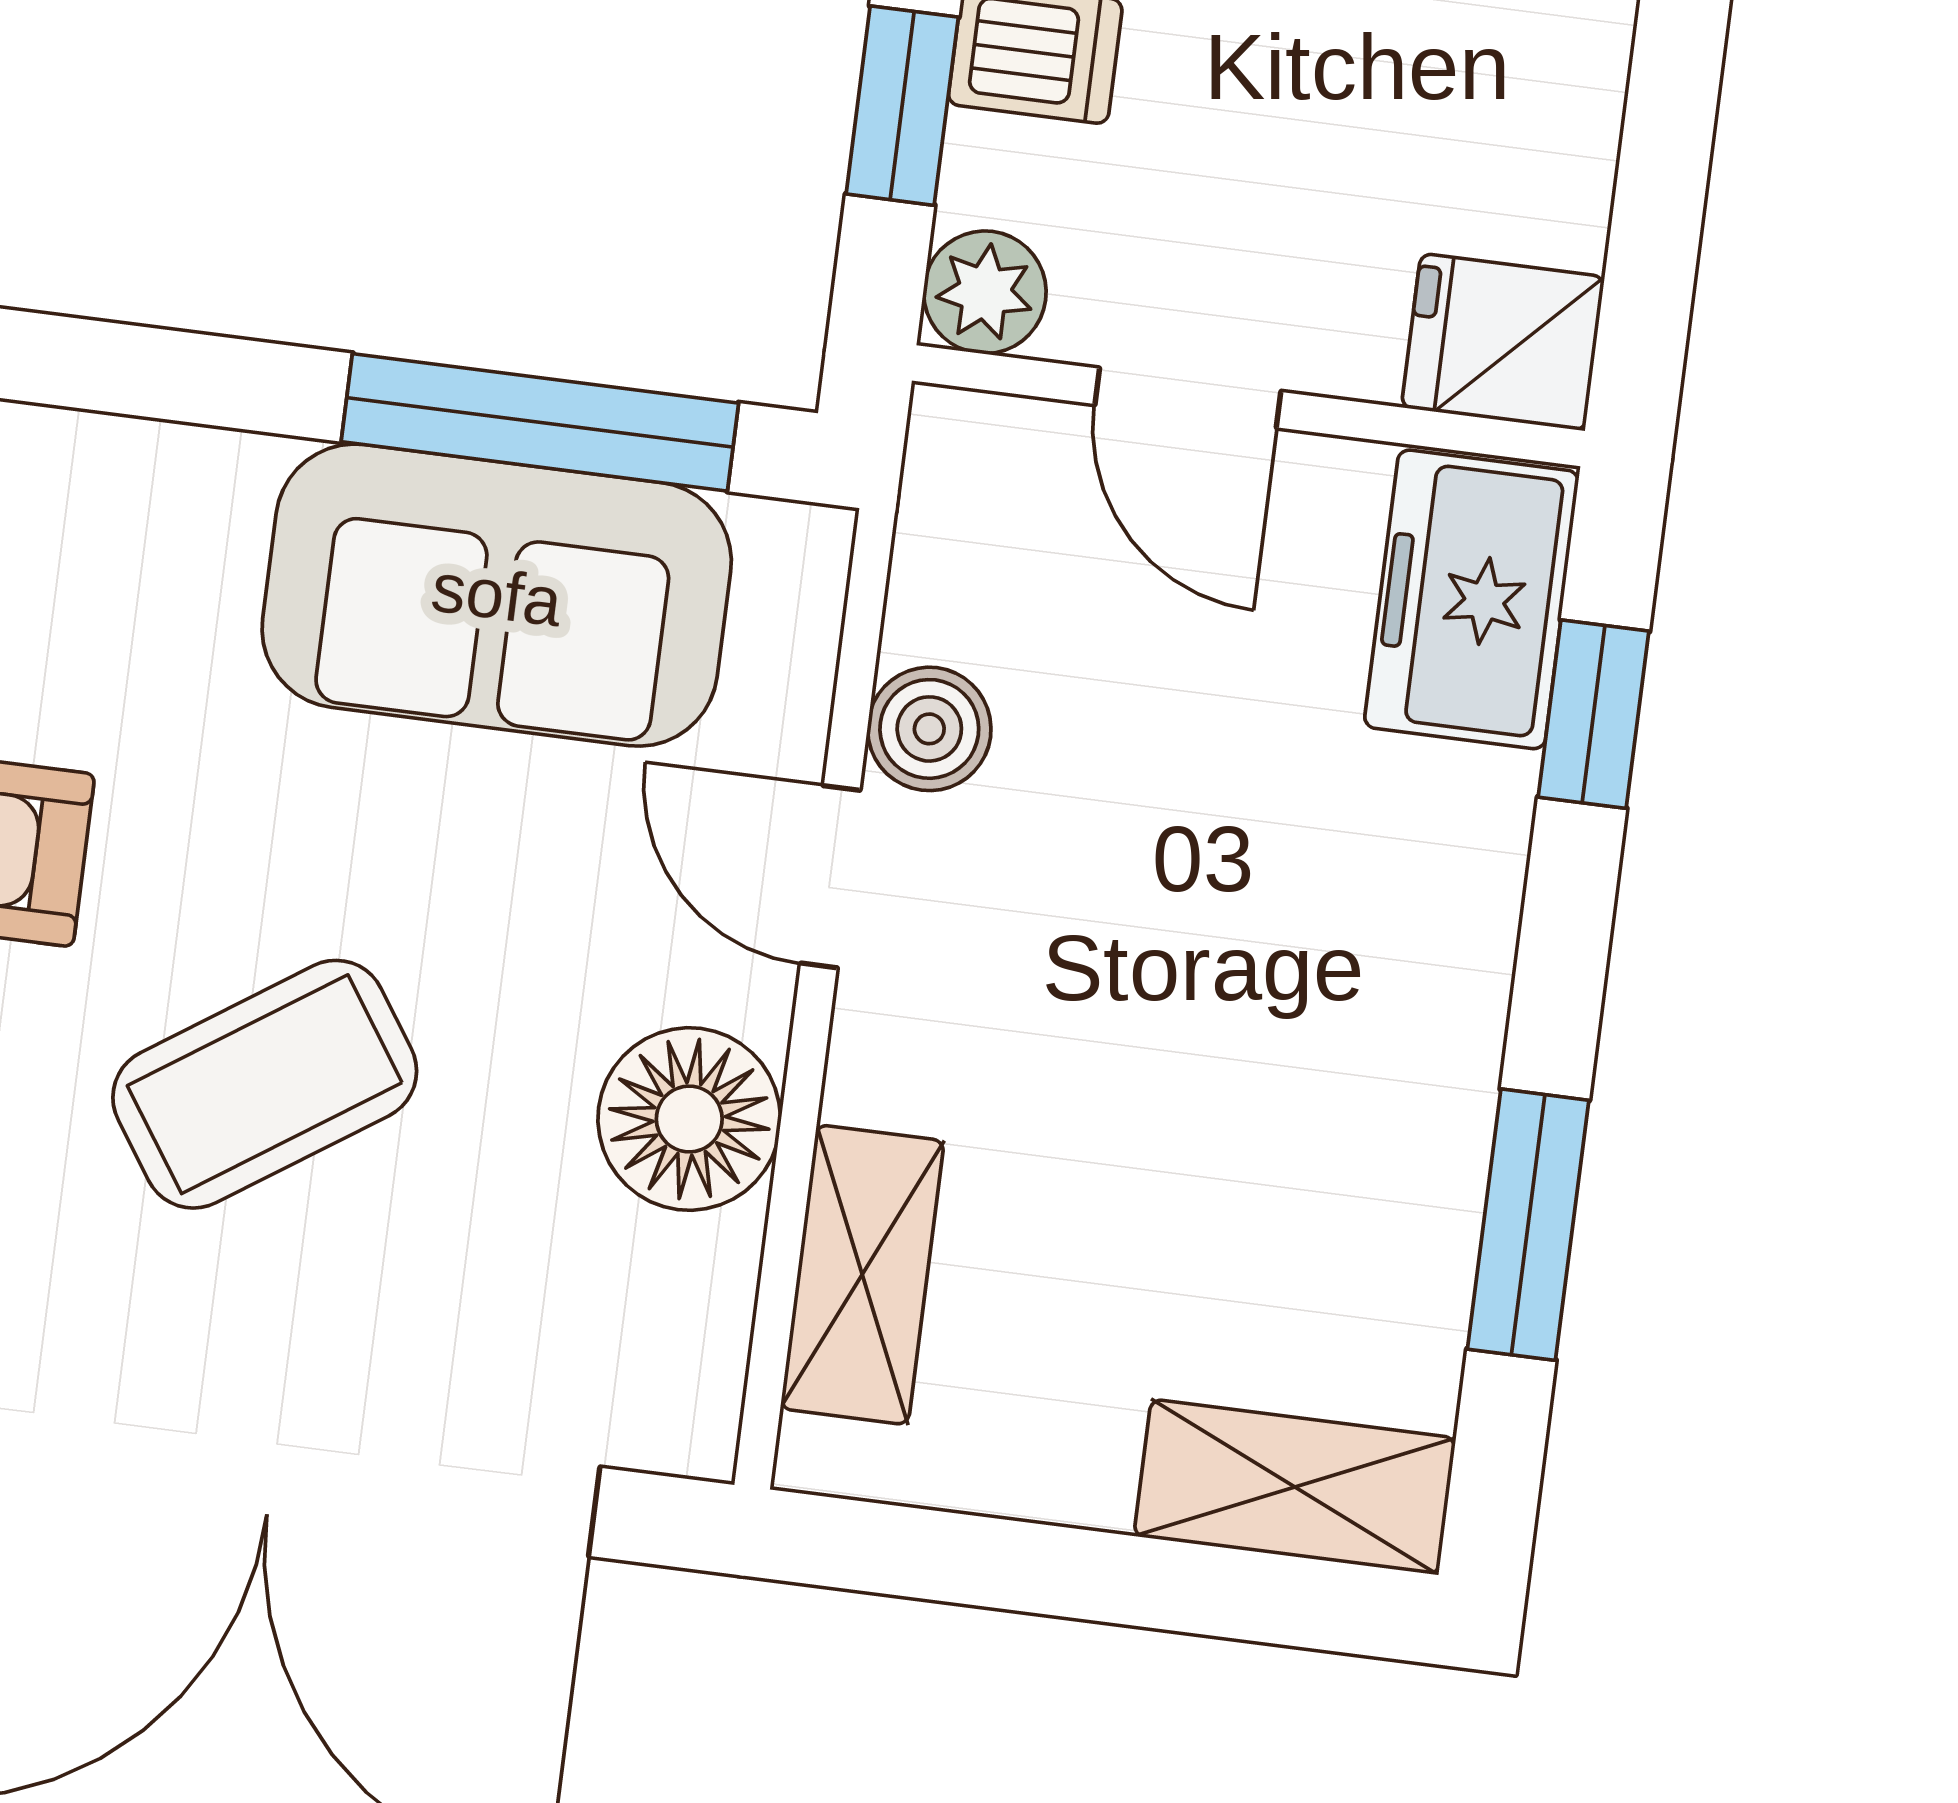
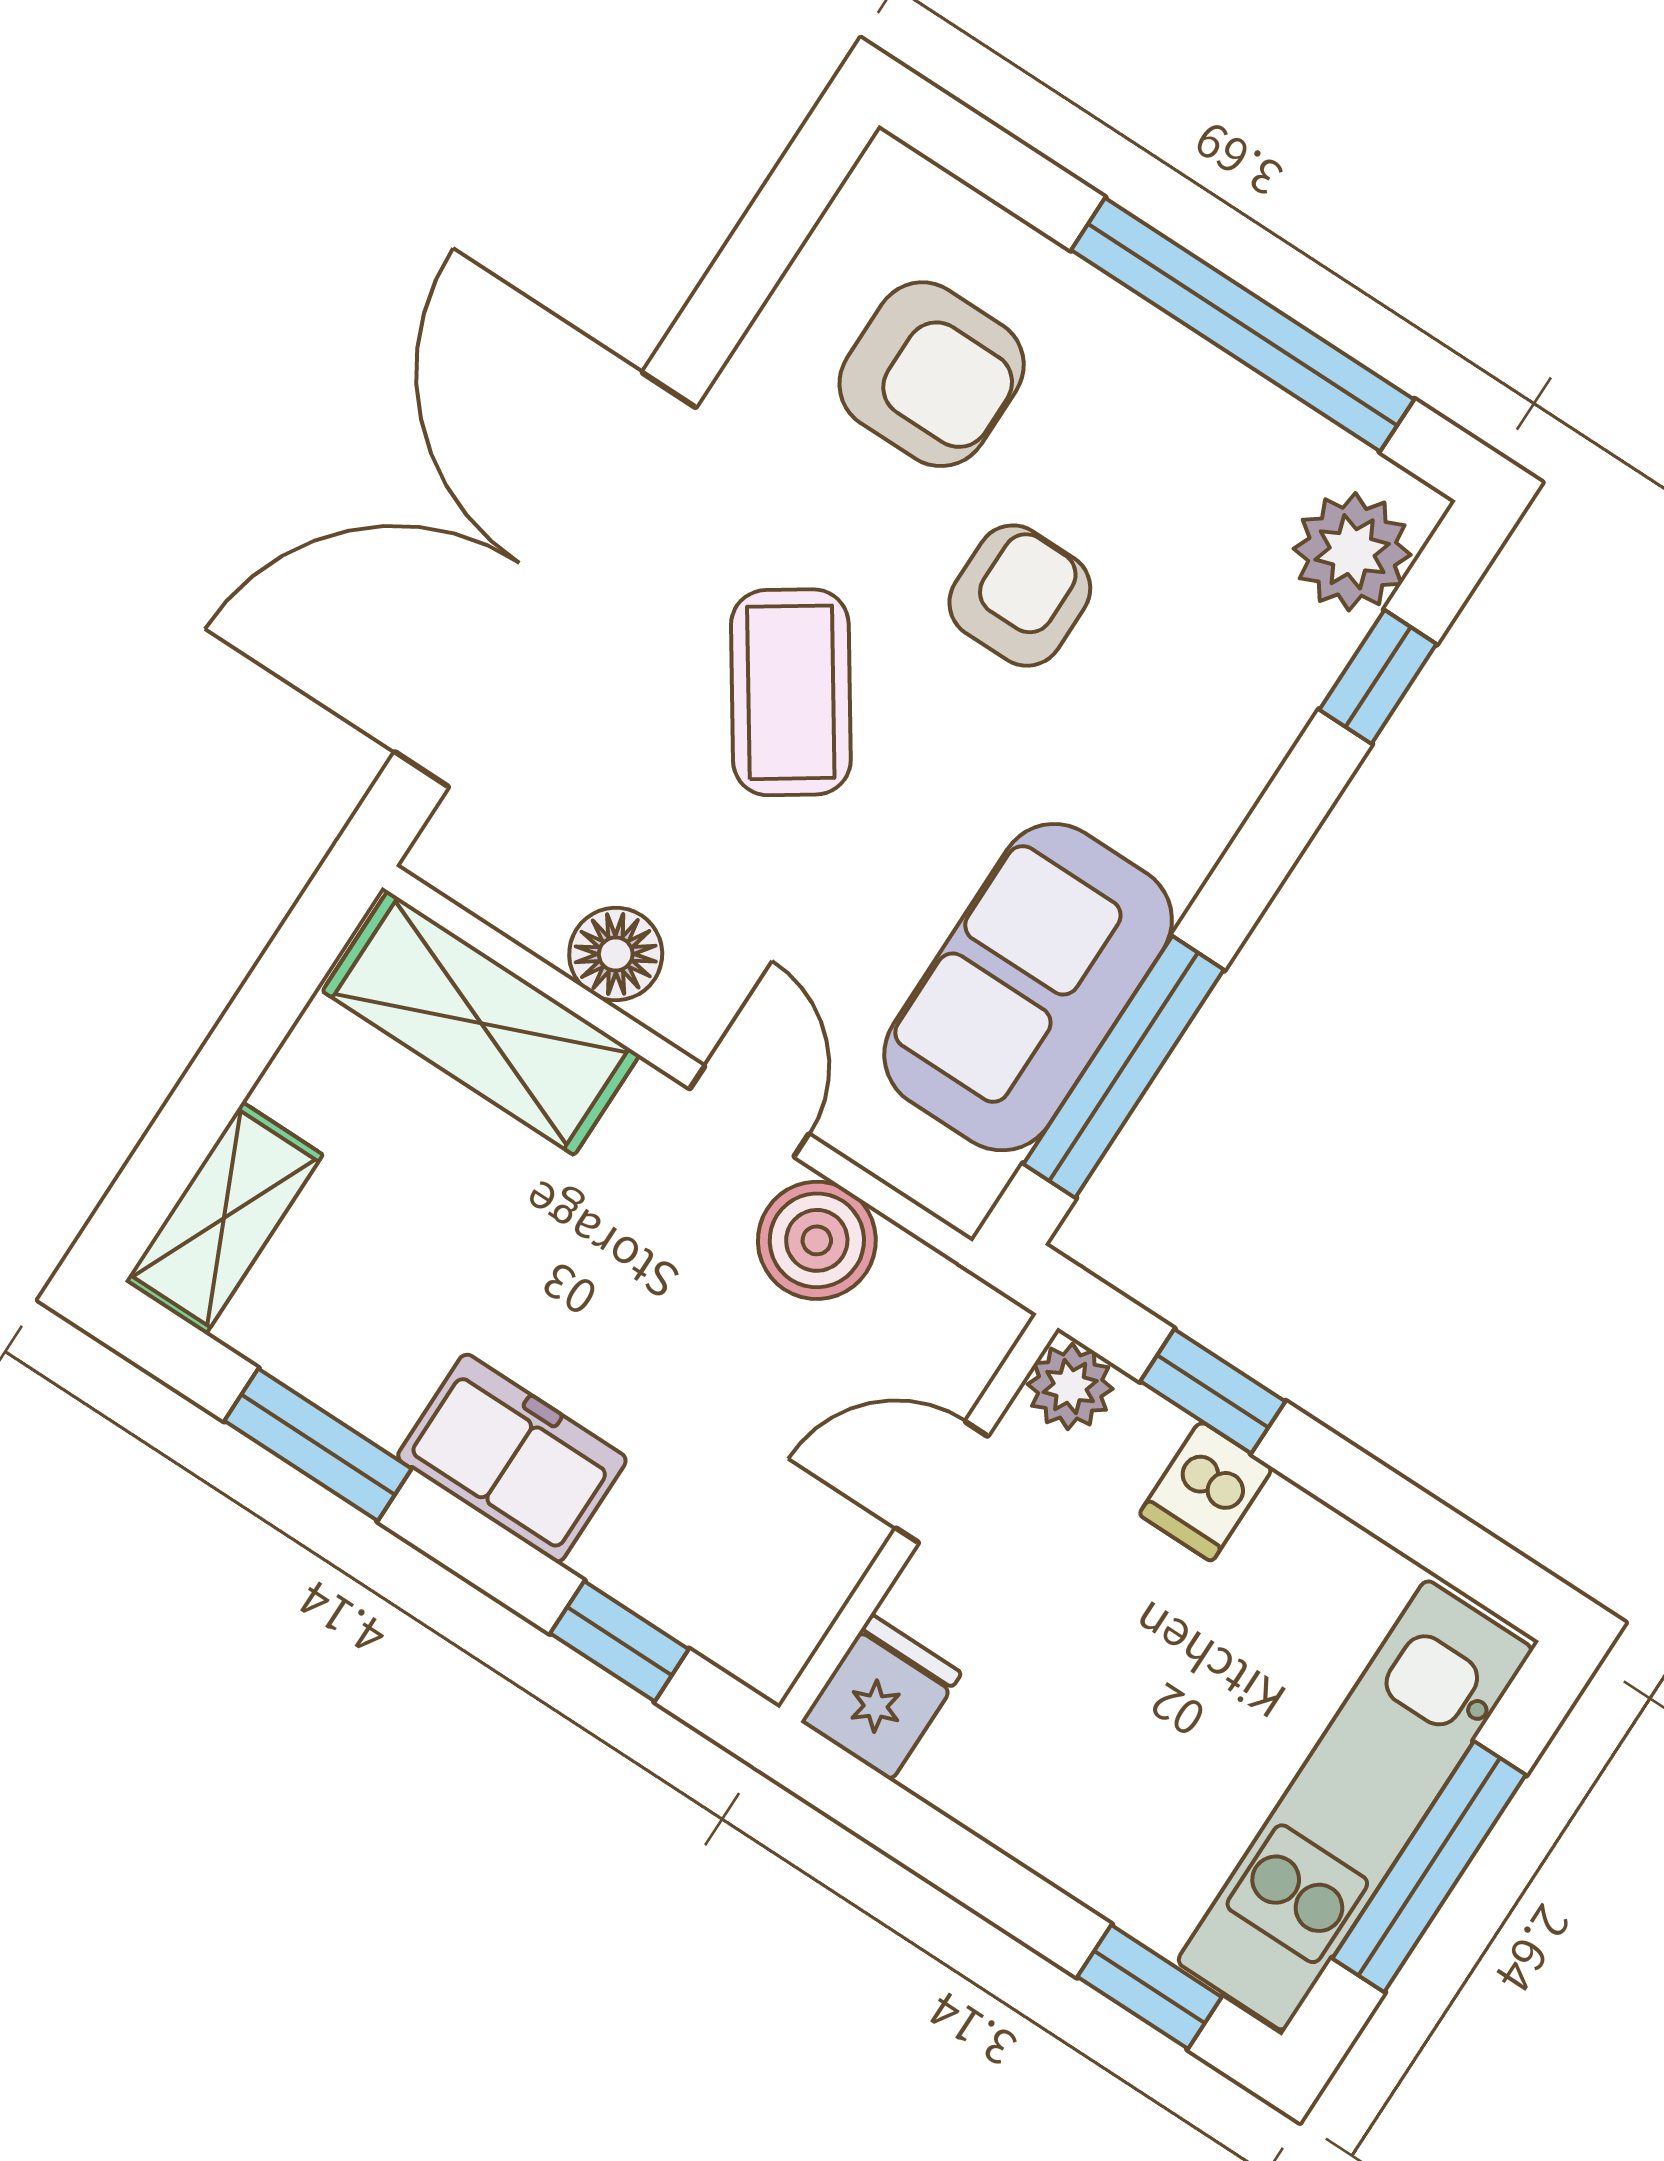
freezer: (1472, 599) -> (512, 1458), moved
boiler: (929, 729) -> (817, 1240), width x1.36, depth x1.36
door: (830, 877) -> (749, 1111), hinge flipped
floor lamp: (689, 1119) -> (616, 954), width x0.73, depth x0.73
shelving: (862, 1275) -> (481, 1023), width x1.50, depth x1.33

